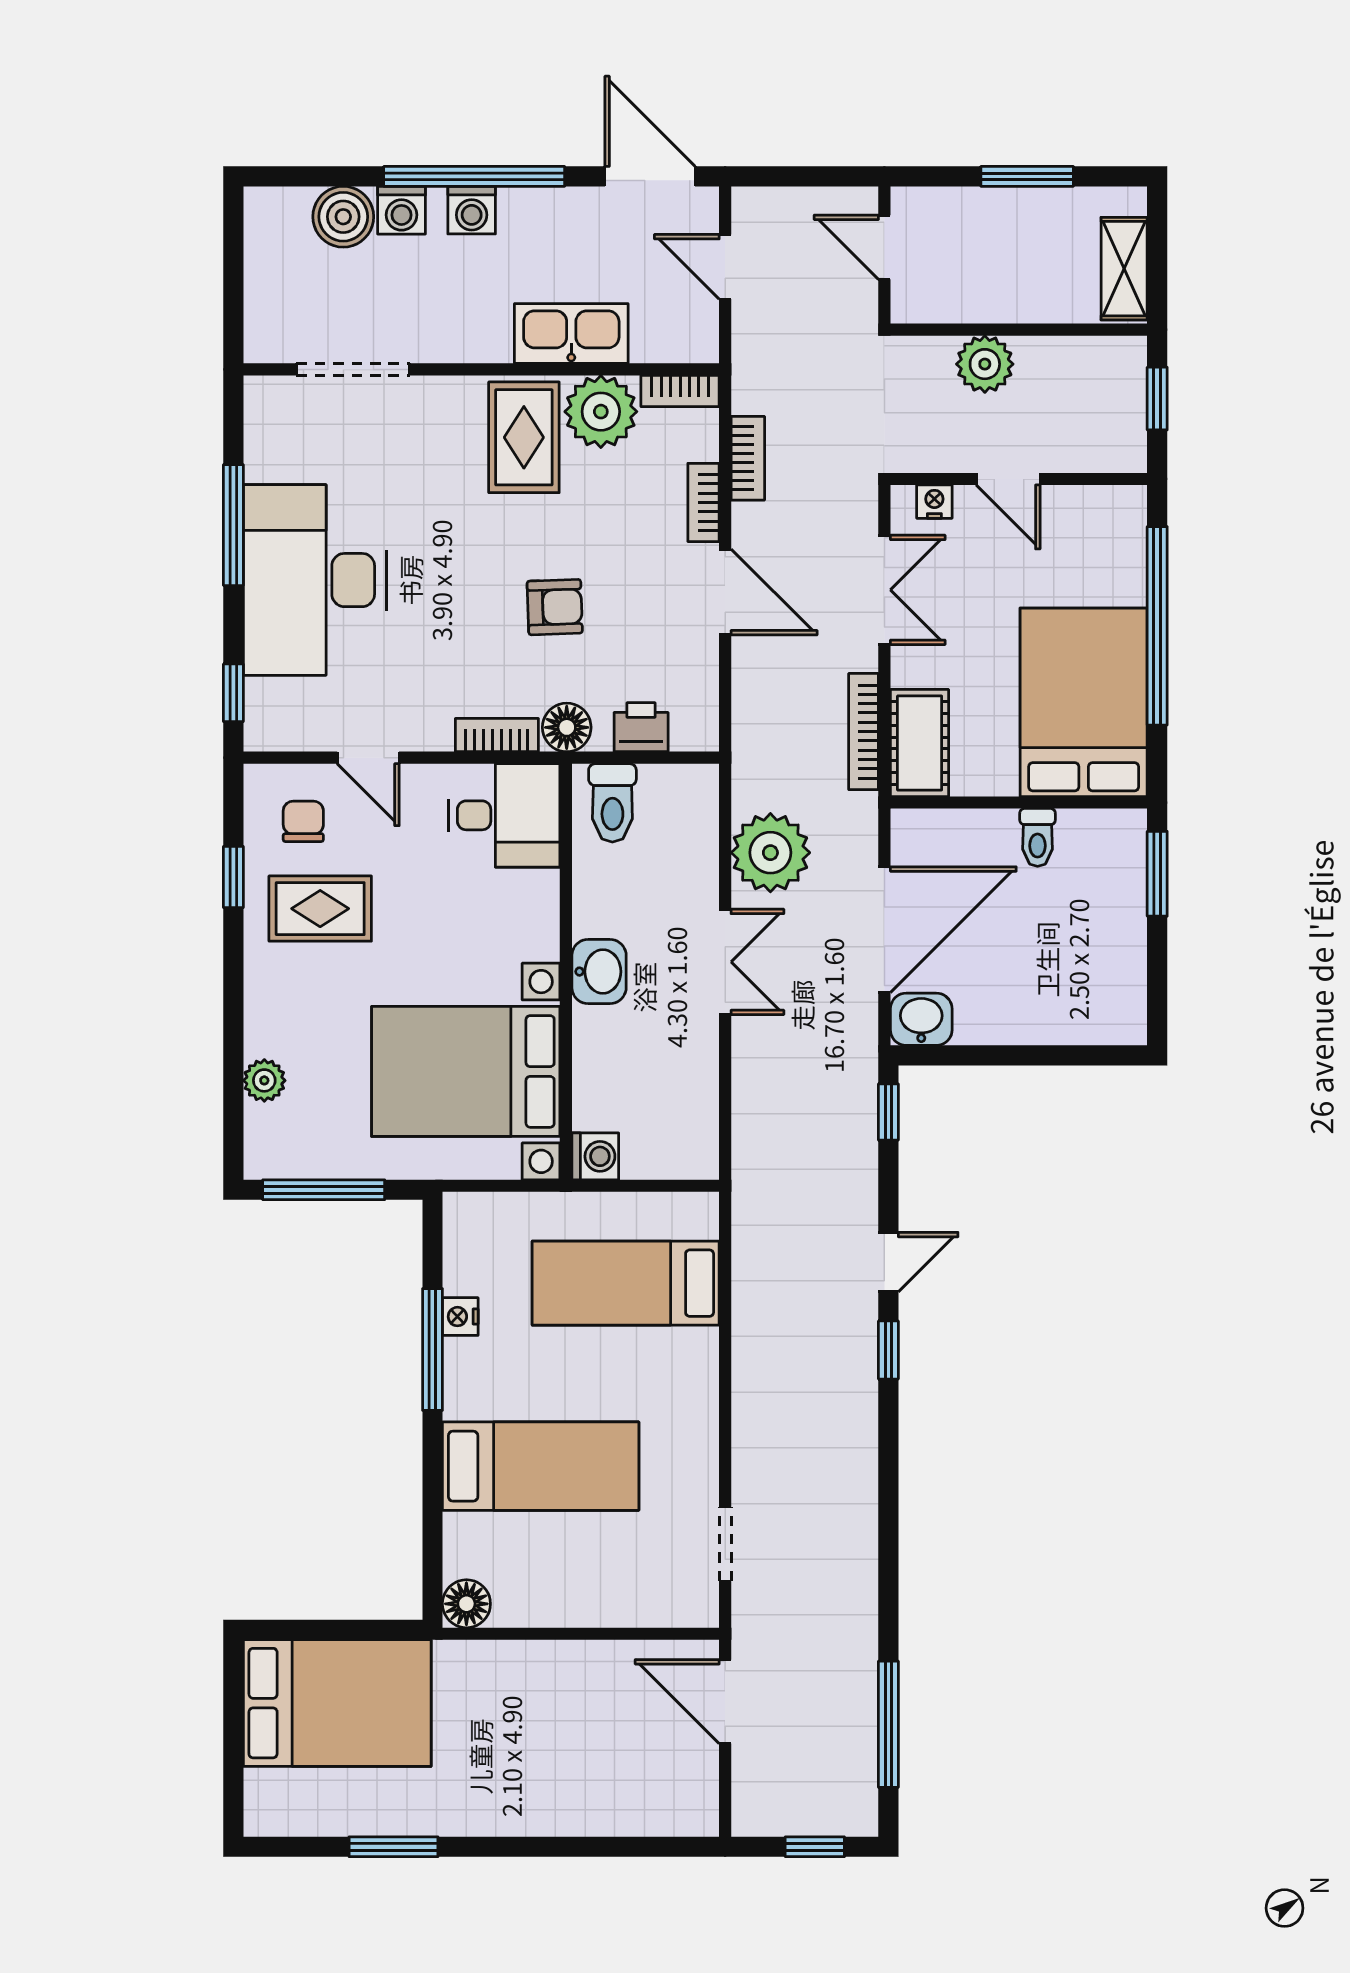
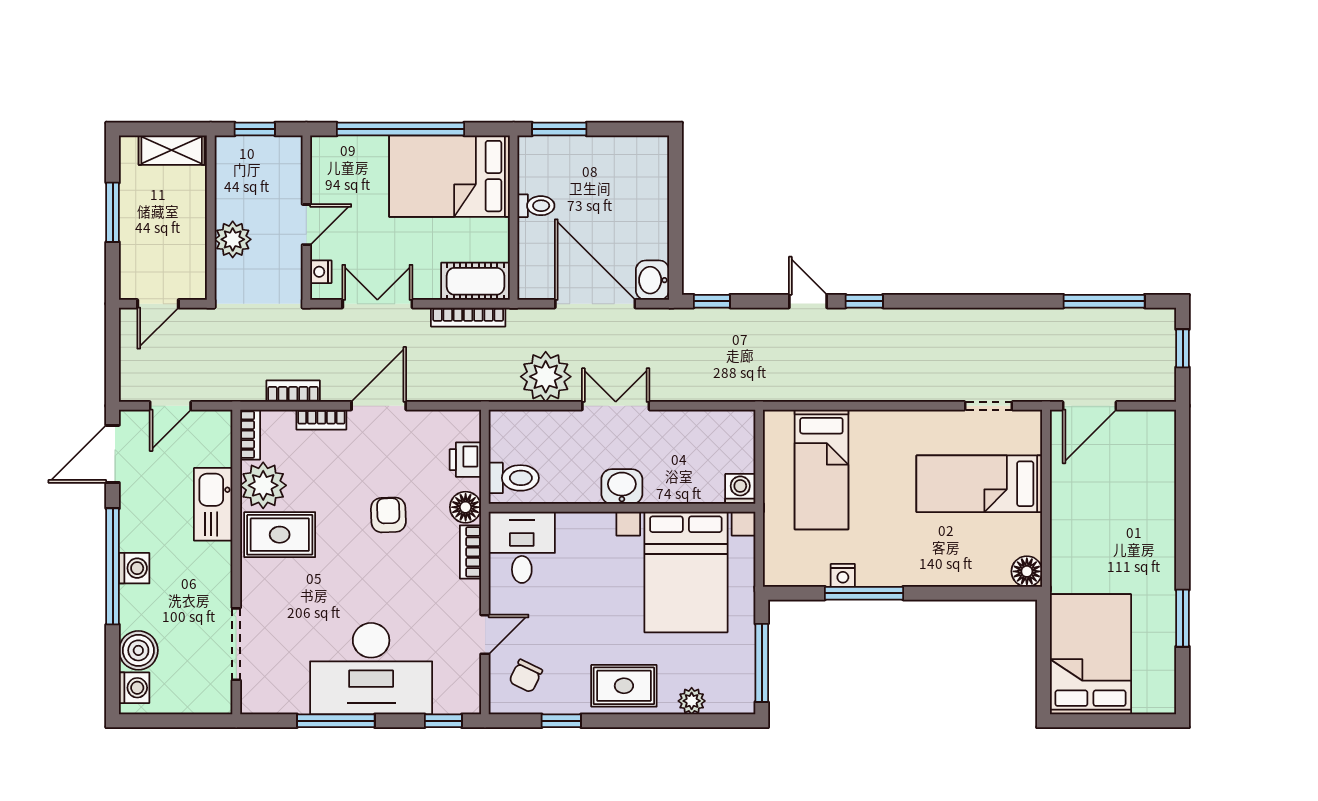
washing machine: (402, 210) -> (134, 688), moved
chair: (303, 821) -> (526, 676), turned -64
rug: (320, 909) -> (624, 686), moved, turned 90
bed: (541, 1466) -> (979, 484), moved, turned -90

